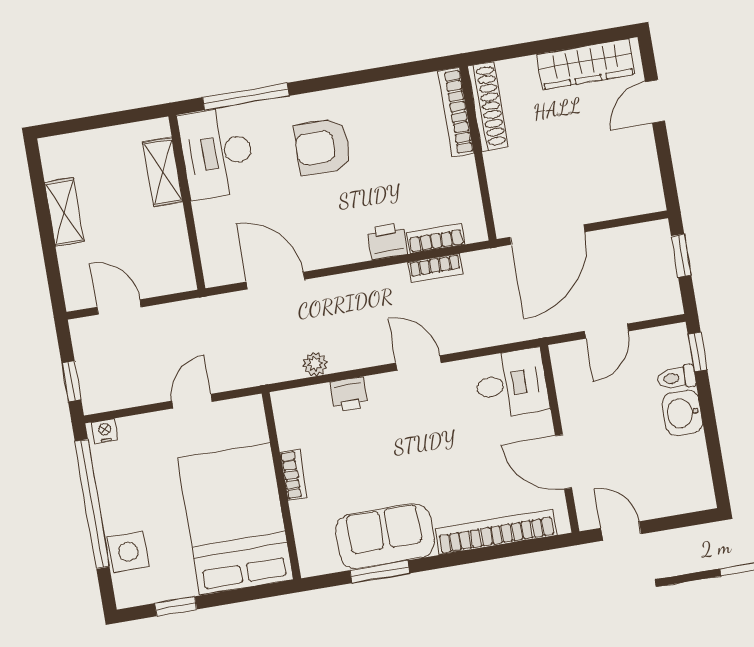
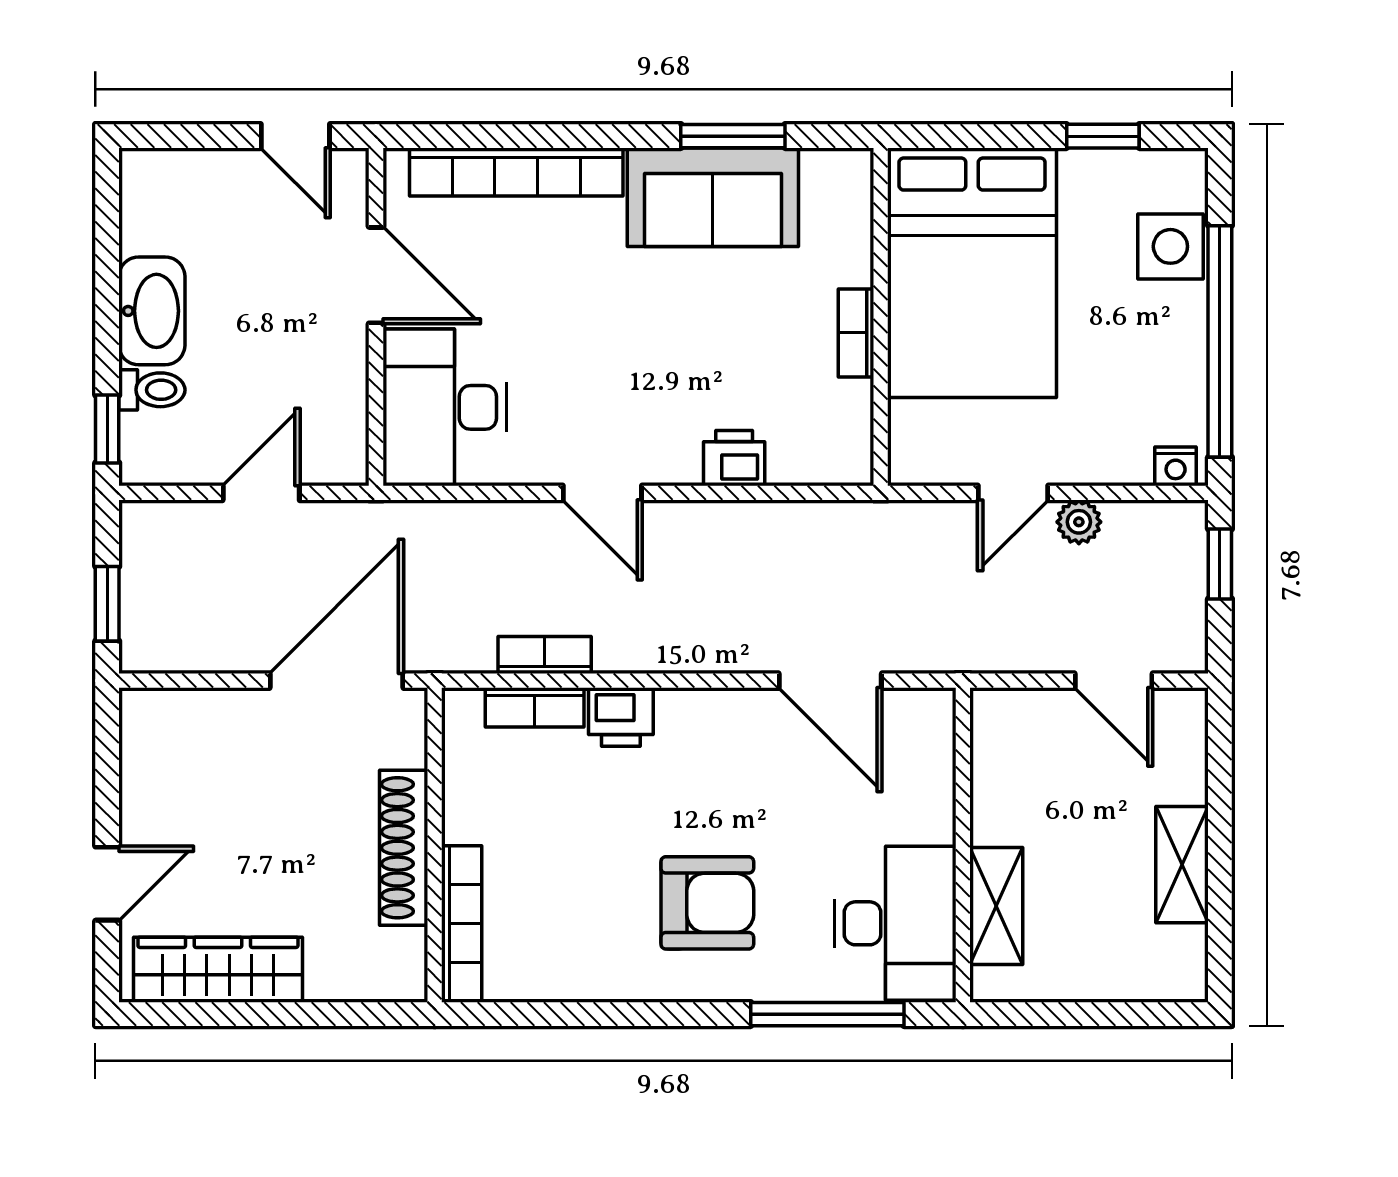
shoe rack: (488, 106) -> (404, 848), moved
plant: (315, 364) -> (1079, 522), moved
desk: (511, 384) -> (445, 407), width x1.37
washbasin: (682, 413) -> (152, 311), width x1.38

